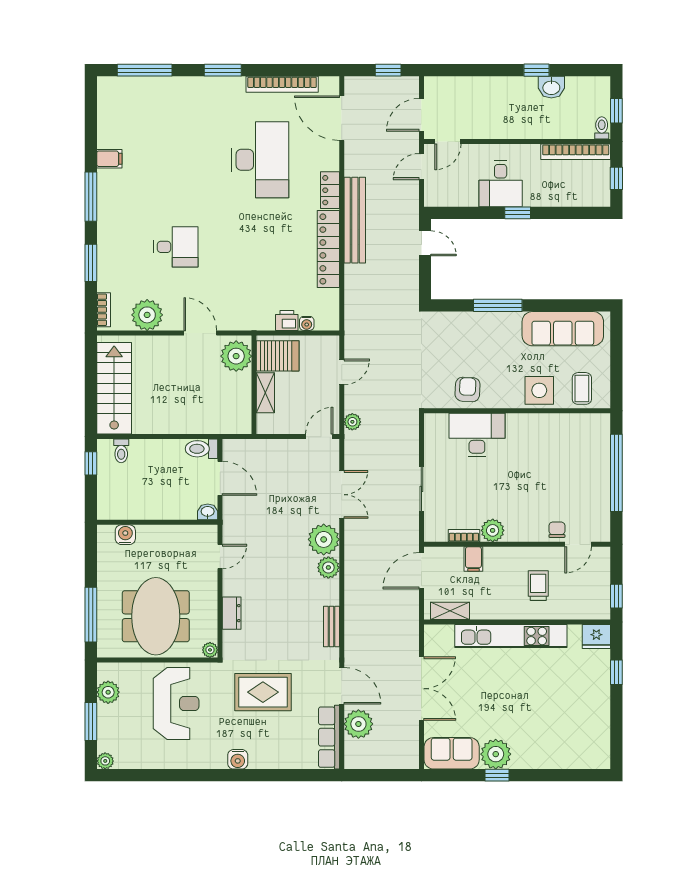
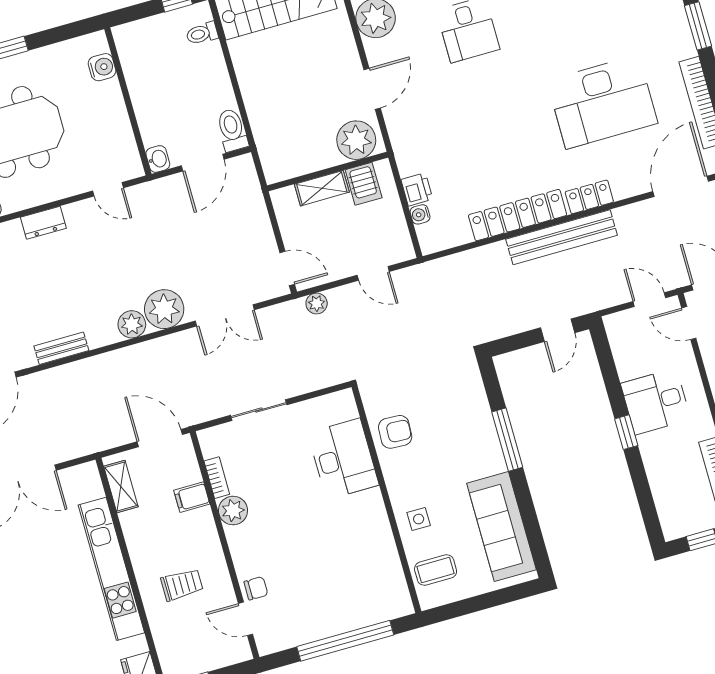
server rack: (278, 356) -> (364, 184), width x0.73, depth x0.70
side table: (539, 390) -> (419, 519), width x0.54, depth x0.54

